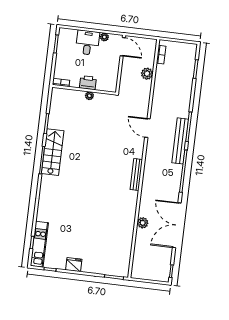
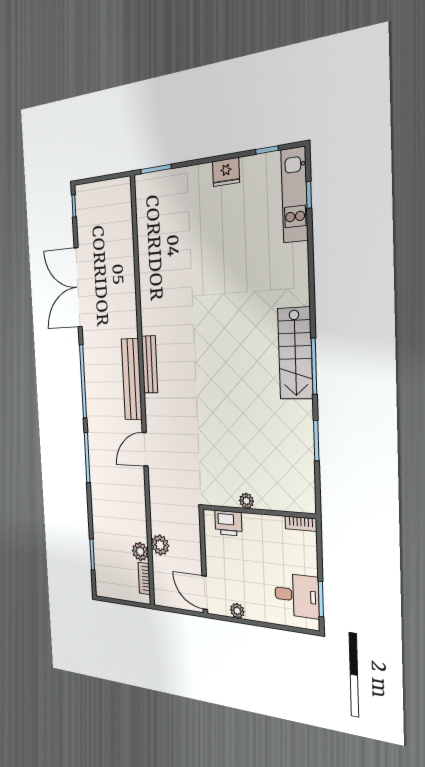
desk: (88, 43) -> (297, 595), moved, turned -90
printer: (88, 83) -> (228, 523), moved
door: (147, 128) -> (145, 449), swing flipped
bench: (180, 141) -> (132, 379), moved
stairs: (53, 152) -> (295, 353), moved
plant: (143, 223) -> (140, 552), moved
double door: (177, 225) -> (78, 287), swing flipped

